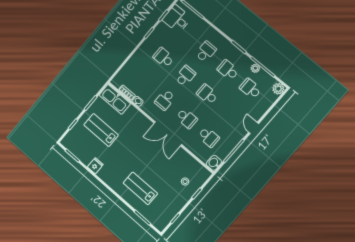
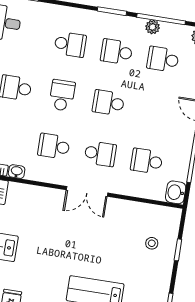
school desk: (206, 52) -> (70, 44), turned 90
school desk: (165, 100) -> (54, 146), turned 90
double door: (168, 134) -> (87, 191), width x0.73
school desk: (209, 137) -> (147, 161), turned 180

